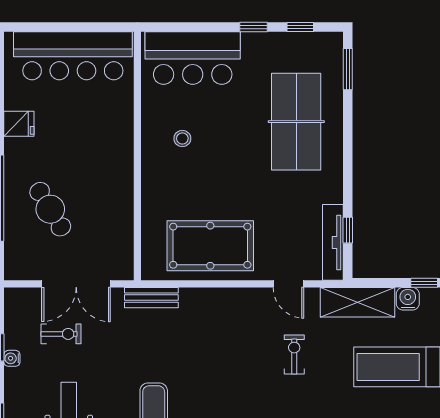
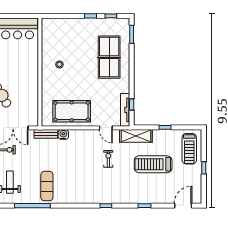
bar counter: (193, 58) -> (64, 29), removed
water cooler: (408, 299) -> (63, 134), moved

